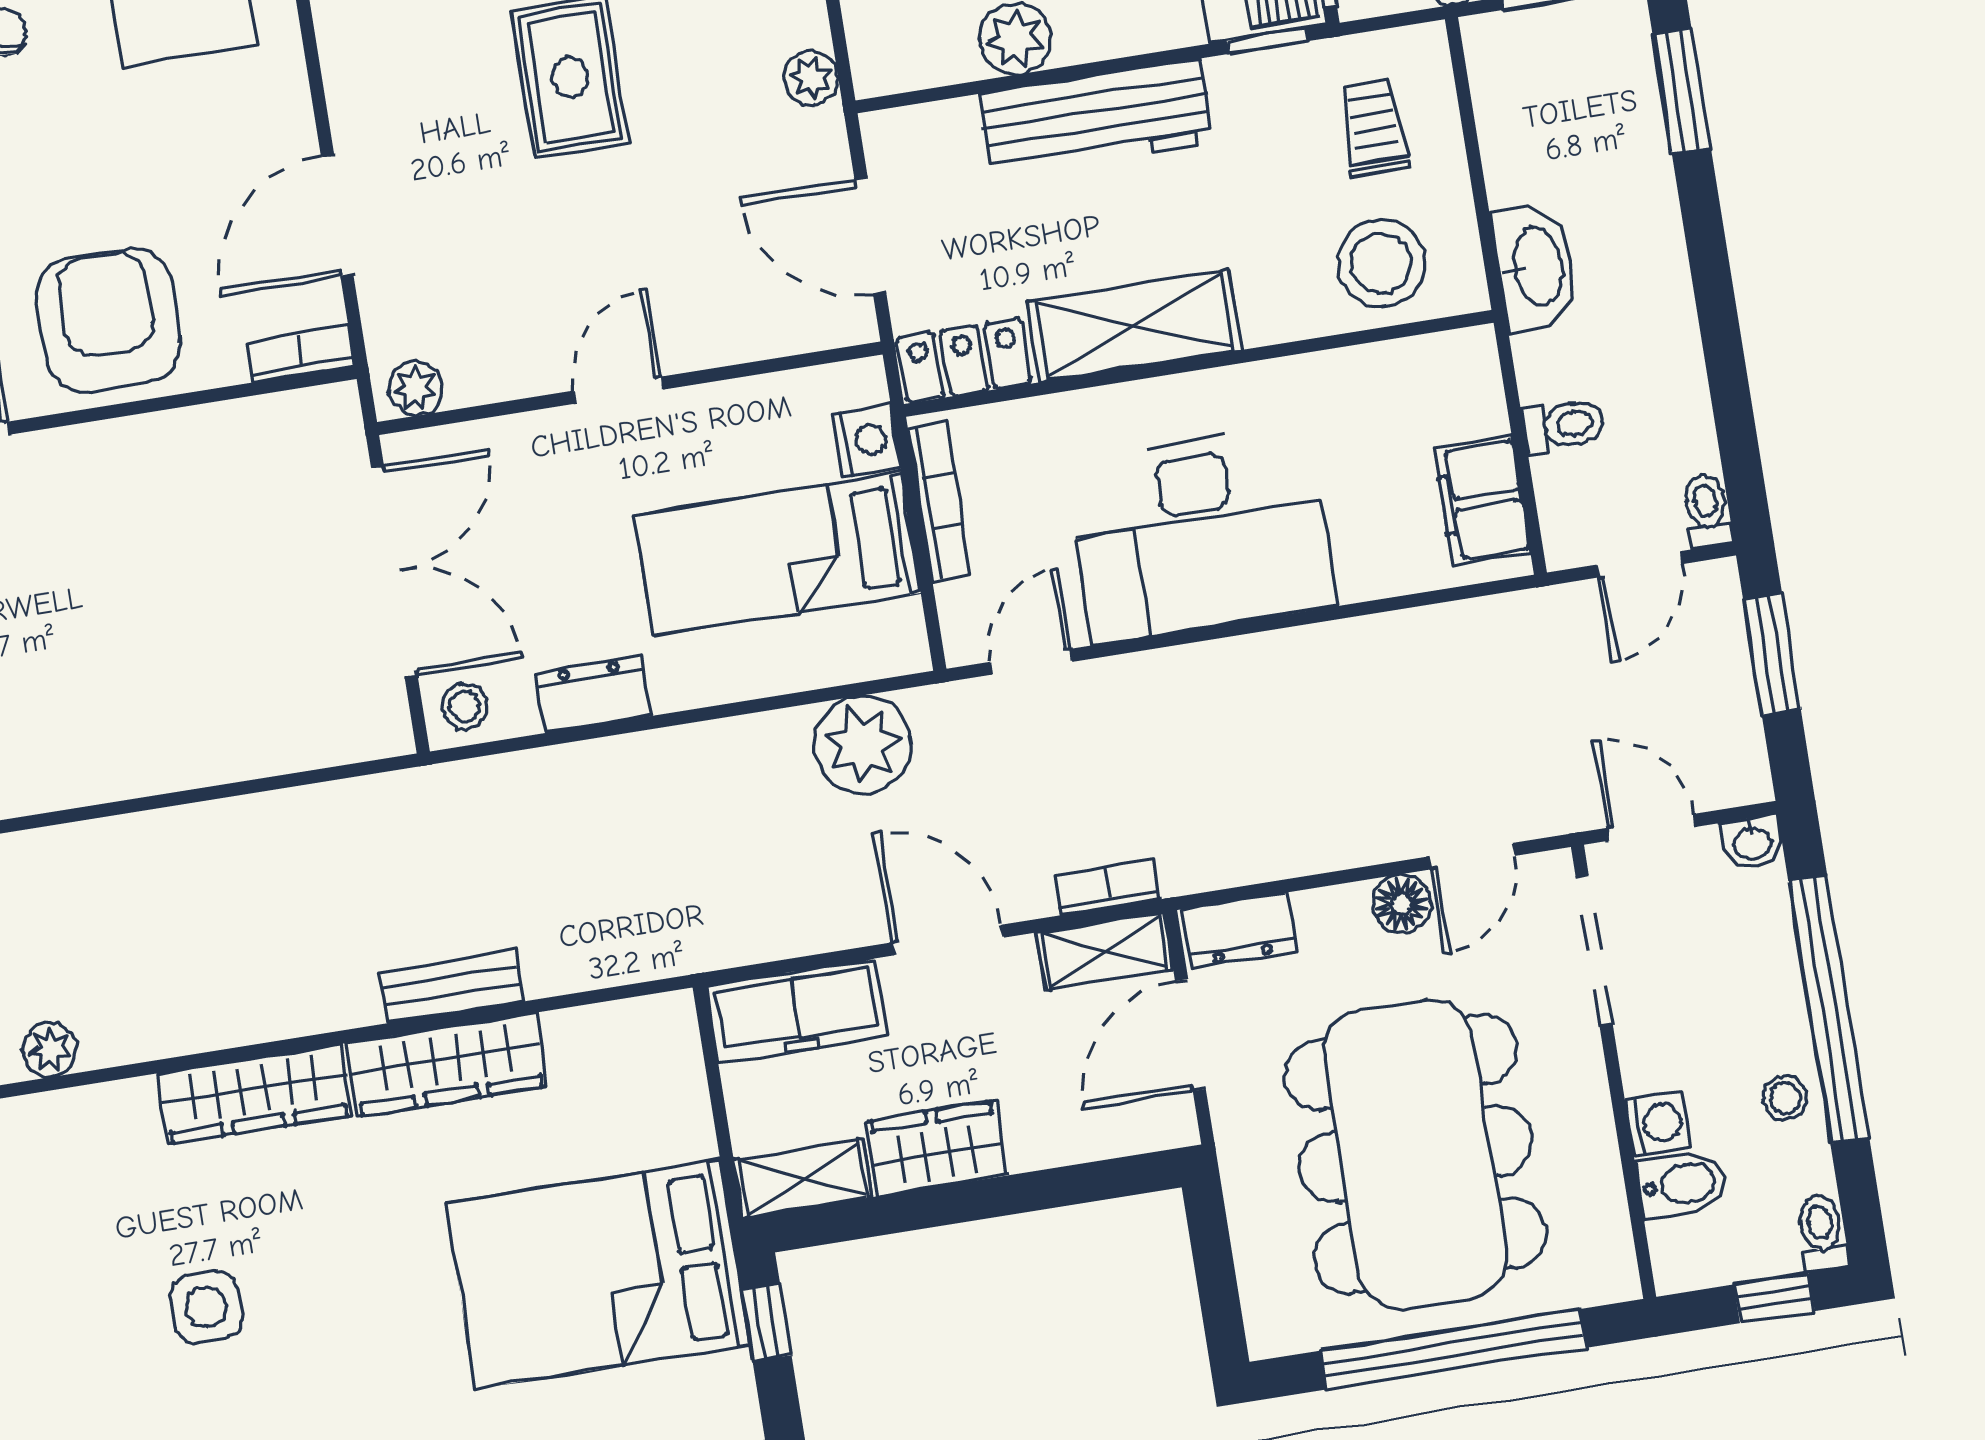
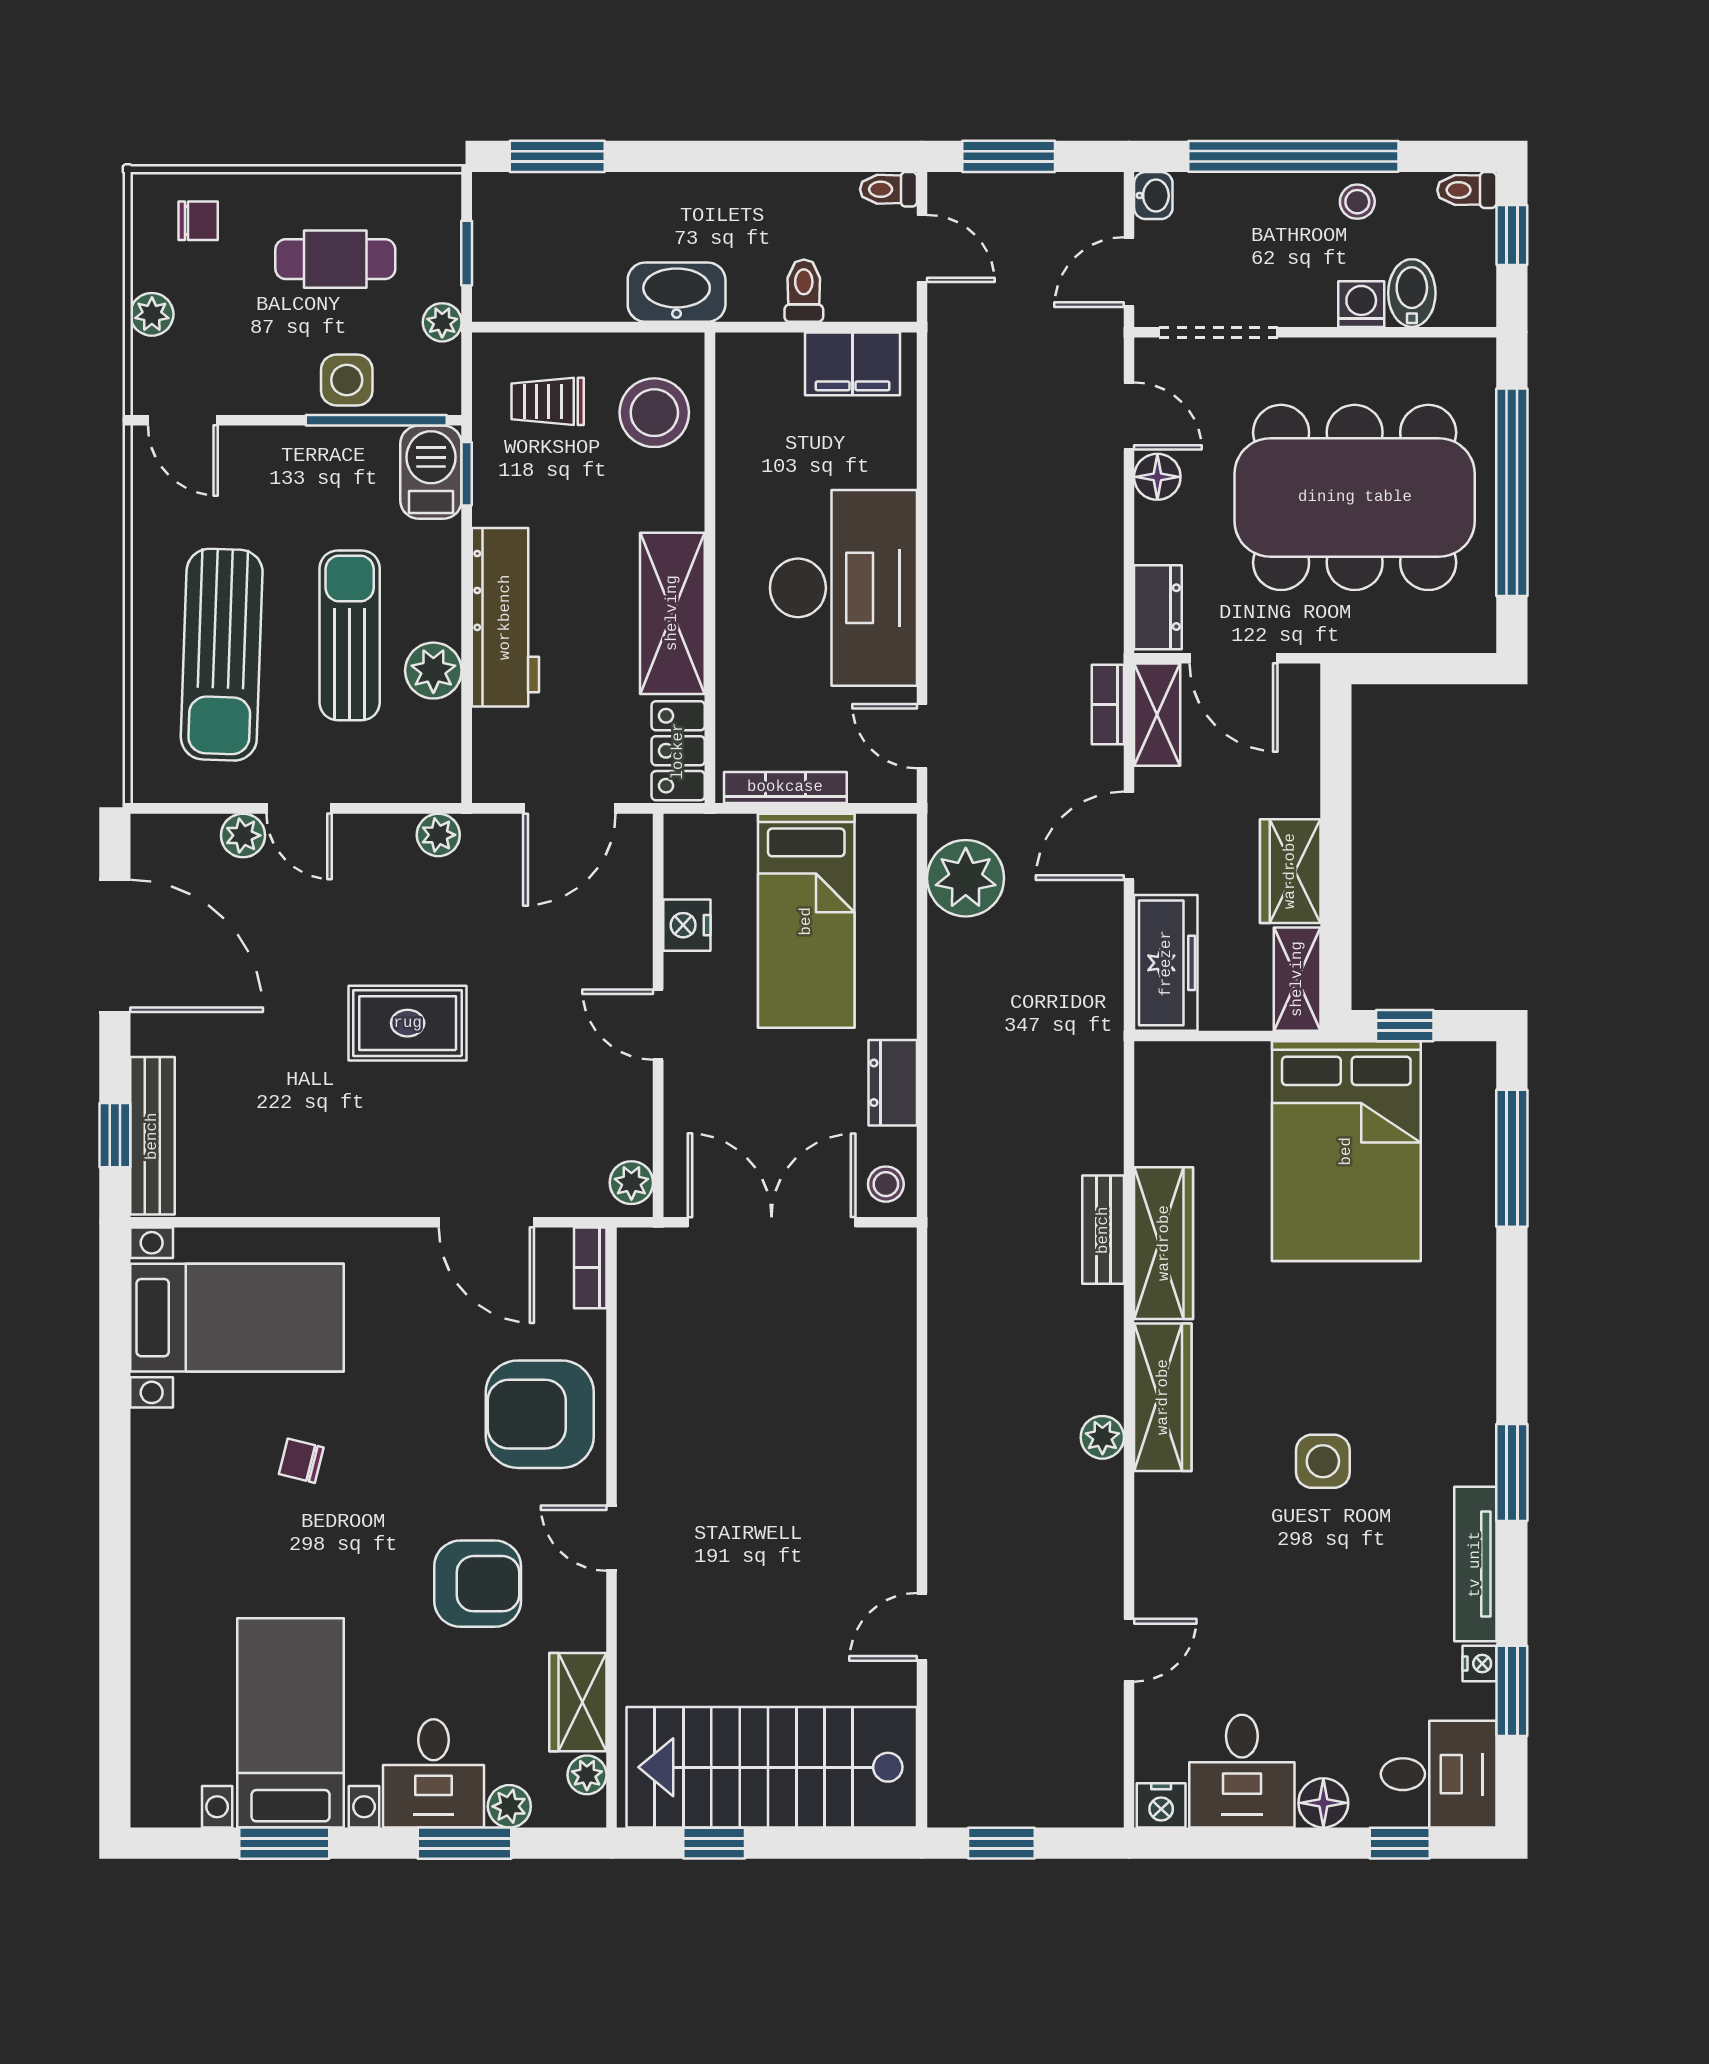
nightstand: (866, 440) -> (687, 925), moved, turned -90
plant: (50, 1050) -> (1102, 1437), moved

